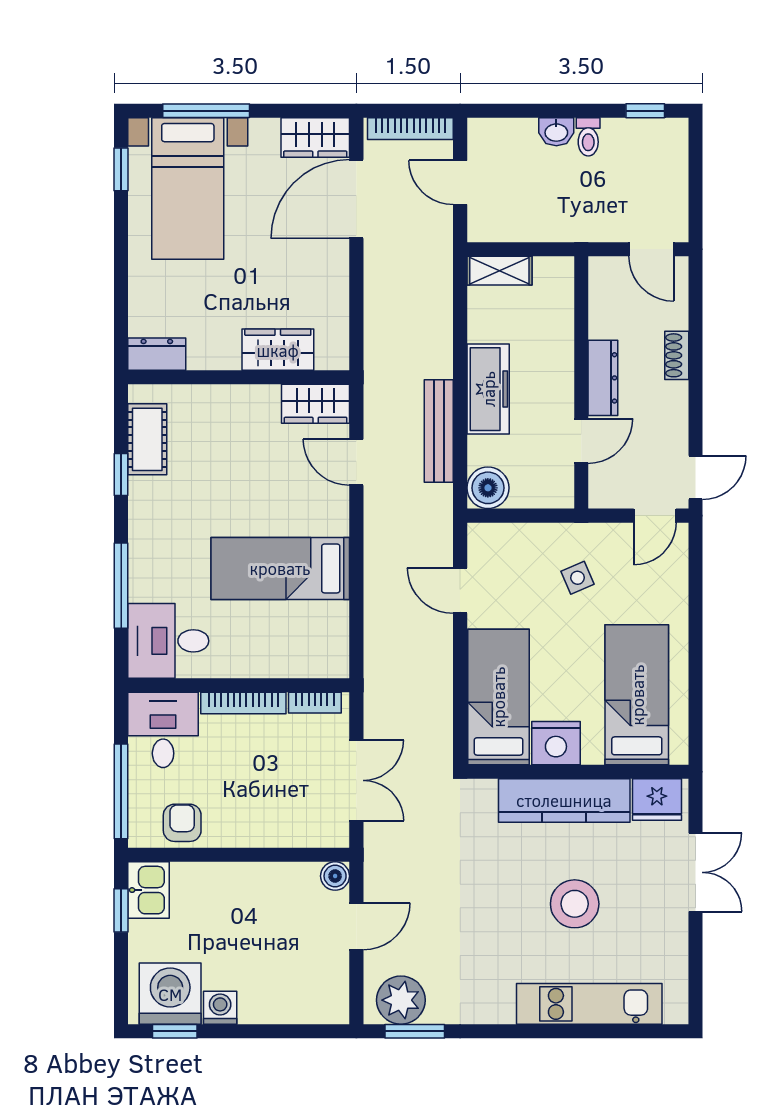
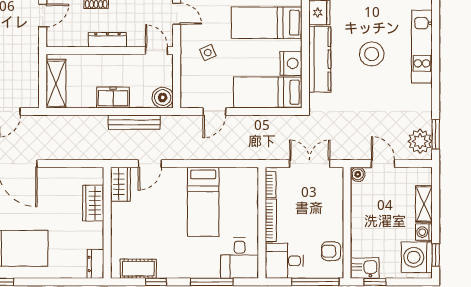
shelving: (499, 271) -> (56, 84), width x1.50, depth x1.33
freezer: (488, 389) -> (113, 97), width x0.71
door: (581, 441) -> (157, 51), moved
shelving: (276, 1008) -> (424, 204), added

